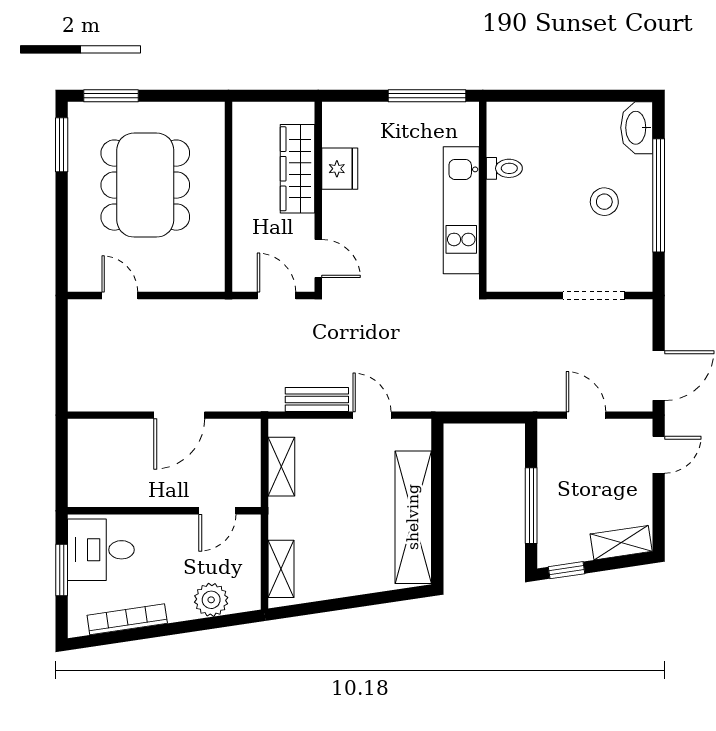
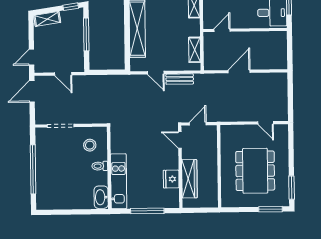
window: (427, 96) -> (147, 211), moved
washbasin: (637, 128) -> (101, 197), moved, turned 180
toilet: (504, 168) -> (100, 166), moved
stool: (604, 202) -> (90, 145), moved
kitchen unit: (461, 210) -> (119, 181), moved
door: (276, 295) -> (198, 124), swing flipped

